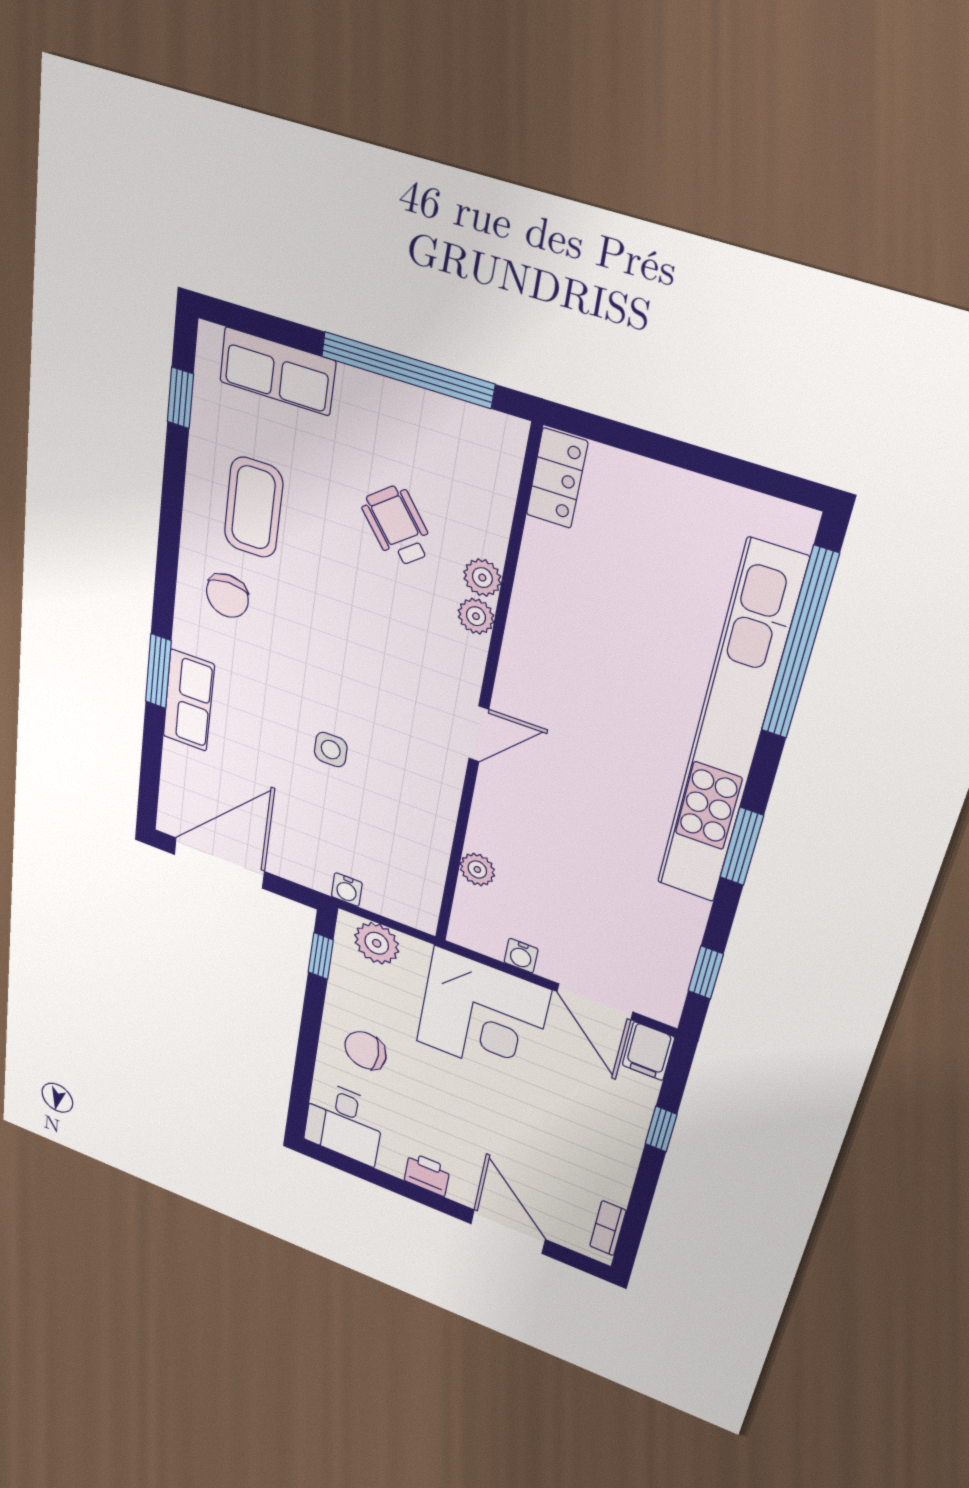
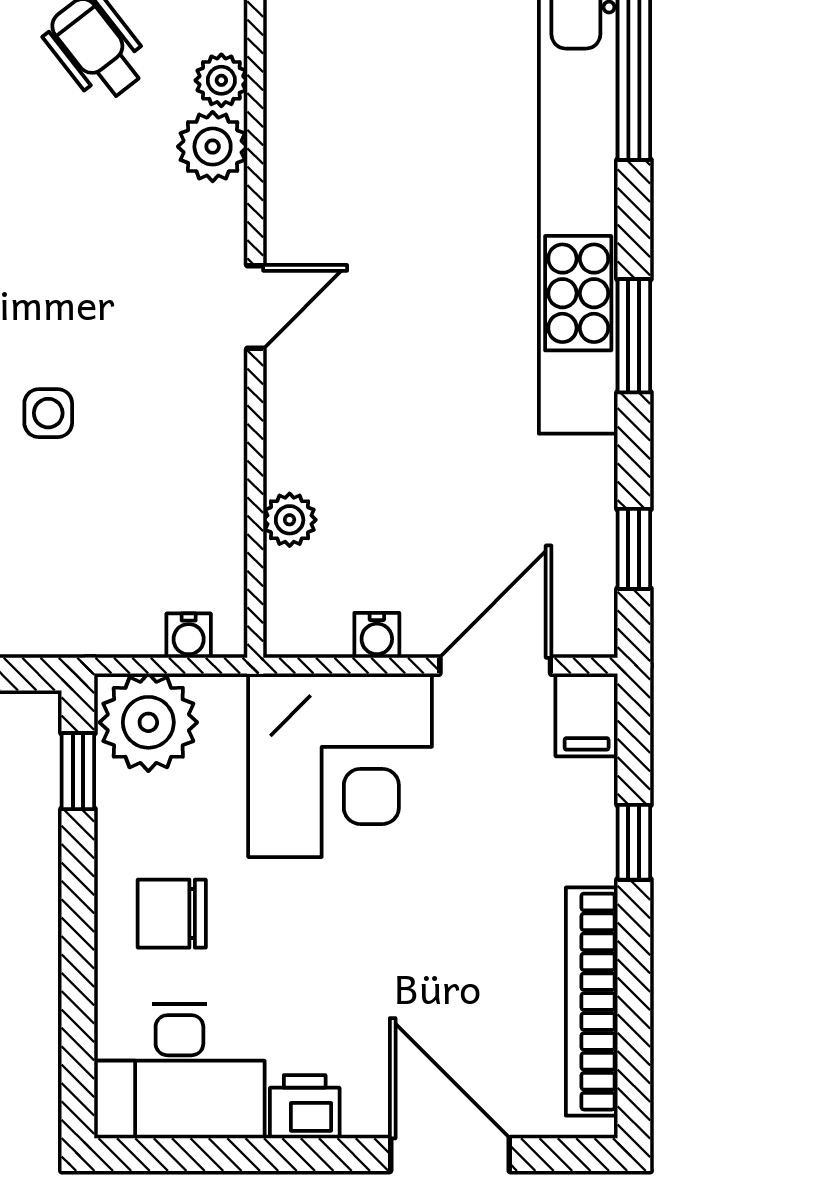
plant: (476, 616) -> (213, 147), width x1.38, depth x1.38
water cooler: (347, 890) -> (189, 636), moved
plant: (377, 943) -> (148, 722), width x1.36, depth x1.36
door: (595, 1002) -> (495, 666), swing flipped
desk: (344, 1122) -> (179, 1071), width x1.37
bookcase: (608, 1228) -> (592, 1002), width x2.31, depth x1.31

